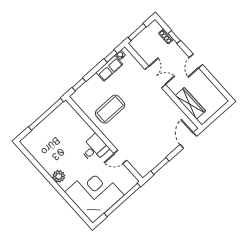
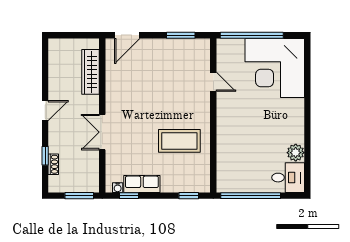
desk: (94, 148) -> (288, 178), moved, turned 180
plant: (59, 176) -> (296, 153), moved

